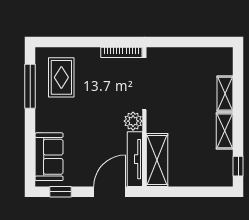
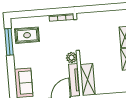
rug: (61, 77) -> (27, 35), turned 90

